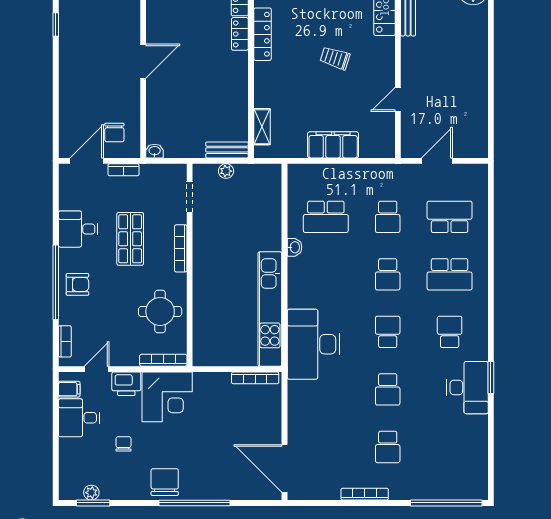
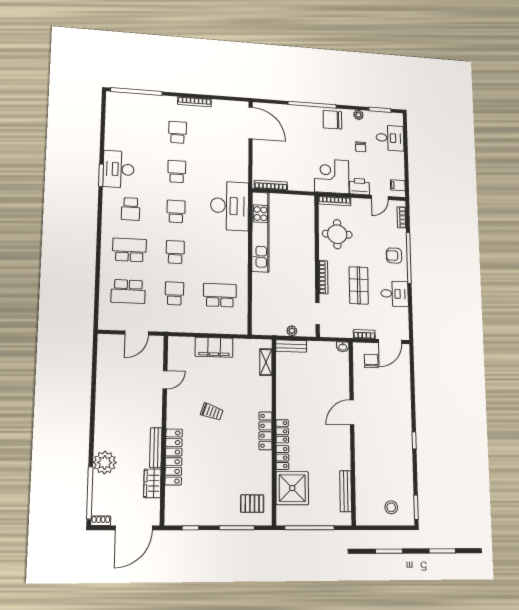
washbasin: (294, 247) -> (243, 274), removed
school desk: (388, 332) -> (176, 211), turned 180
desk: (79, 418) -> (390, 138), moved
chair: (165, 482) -> (332, 120), turned 90
plant: (91, 493) -> (358, 115), moved

